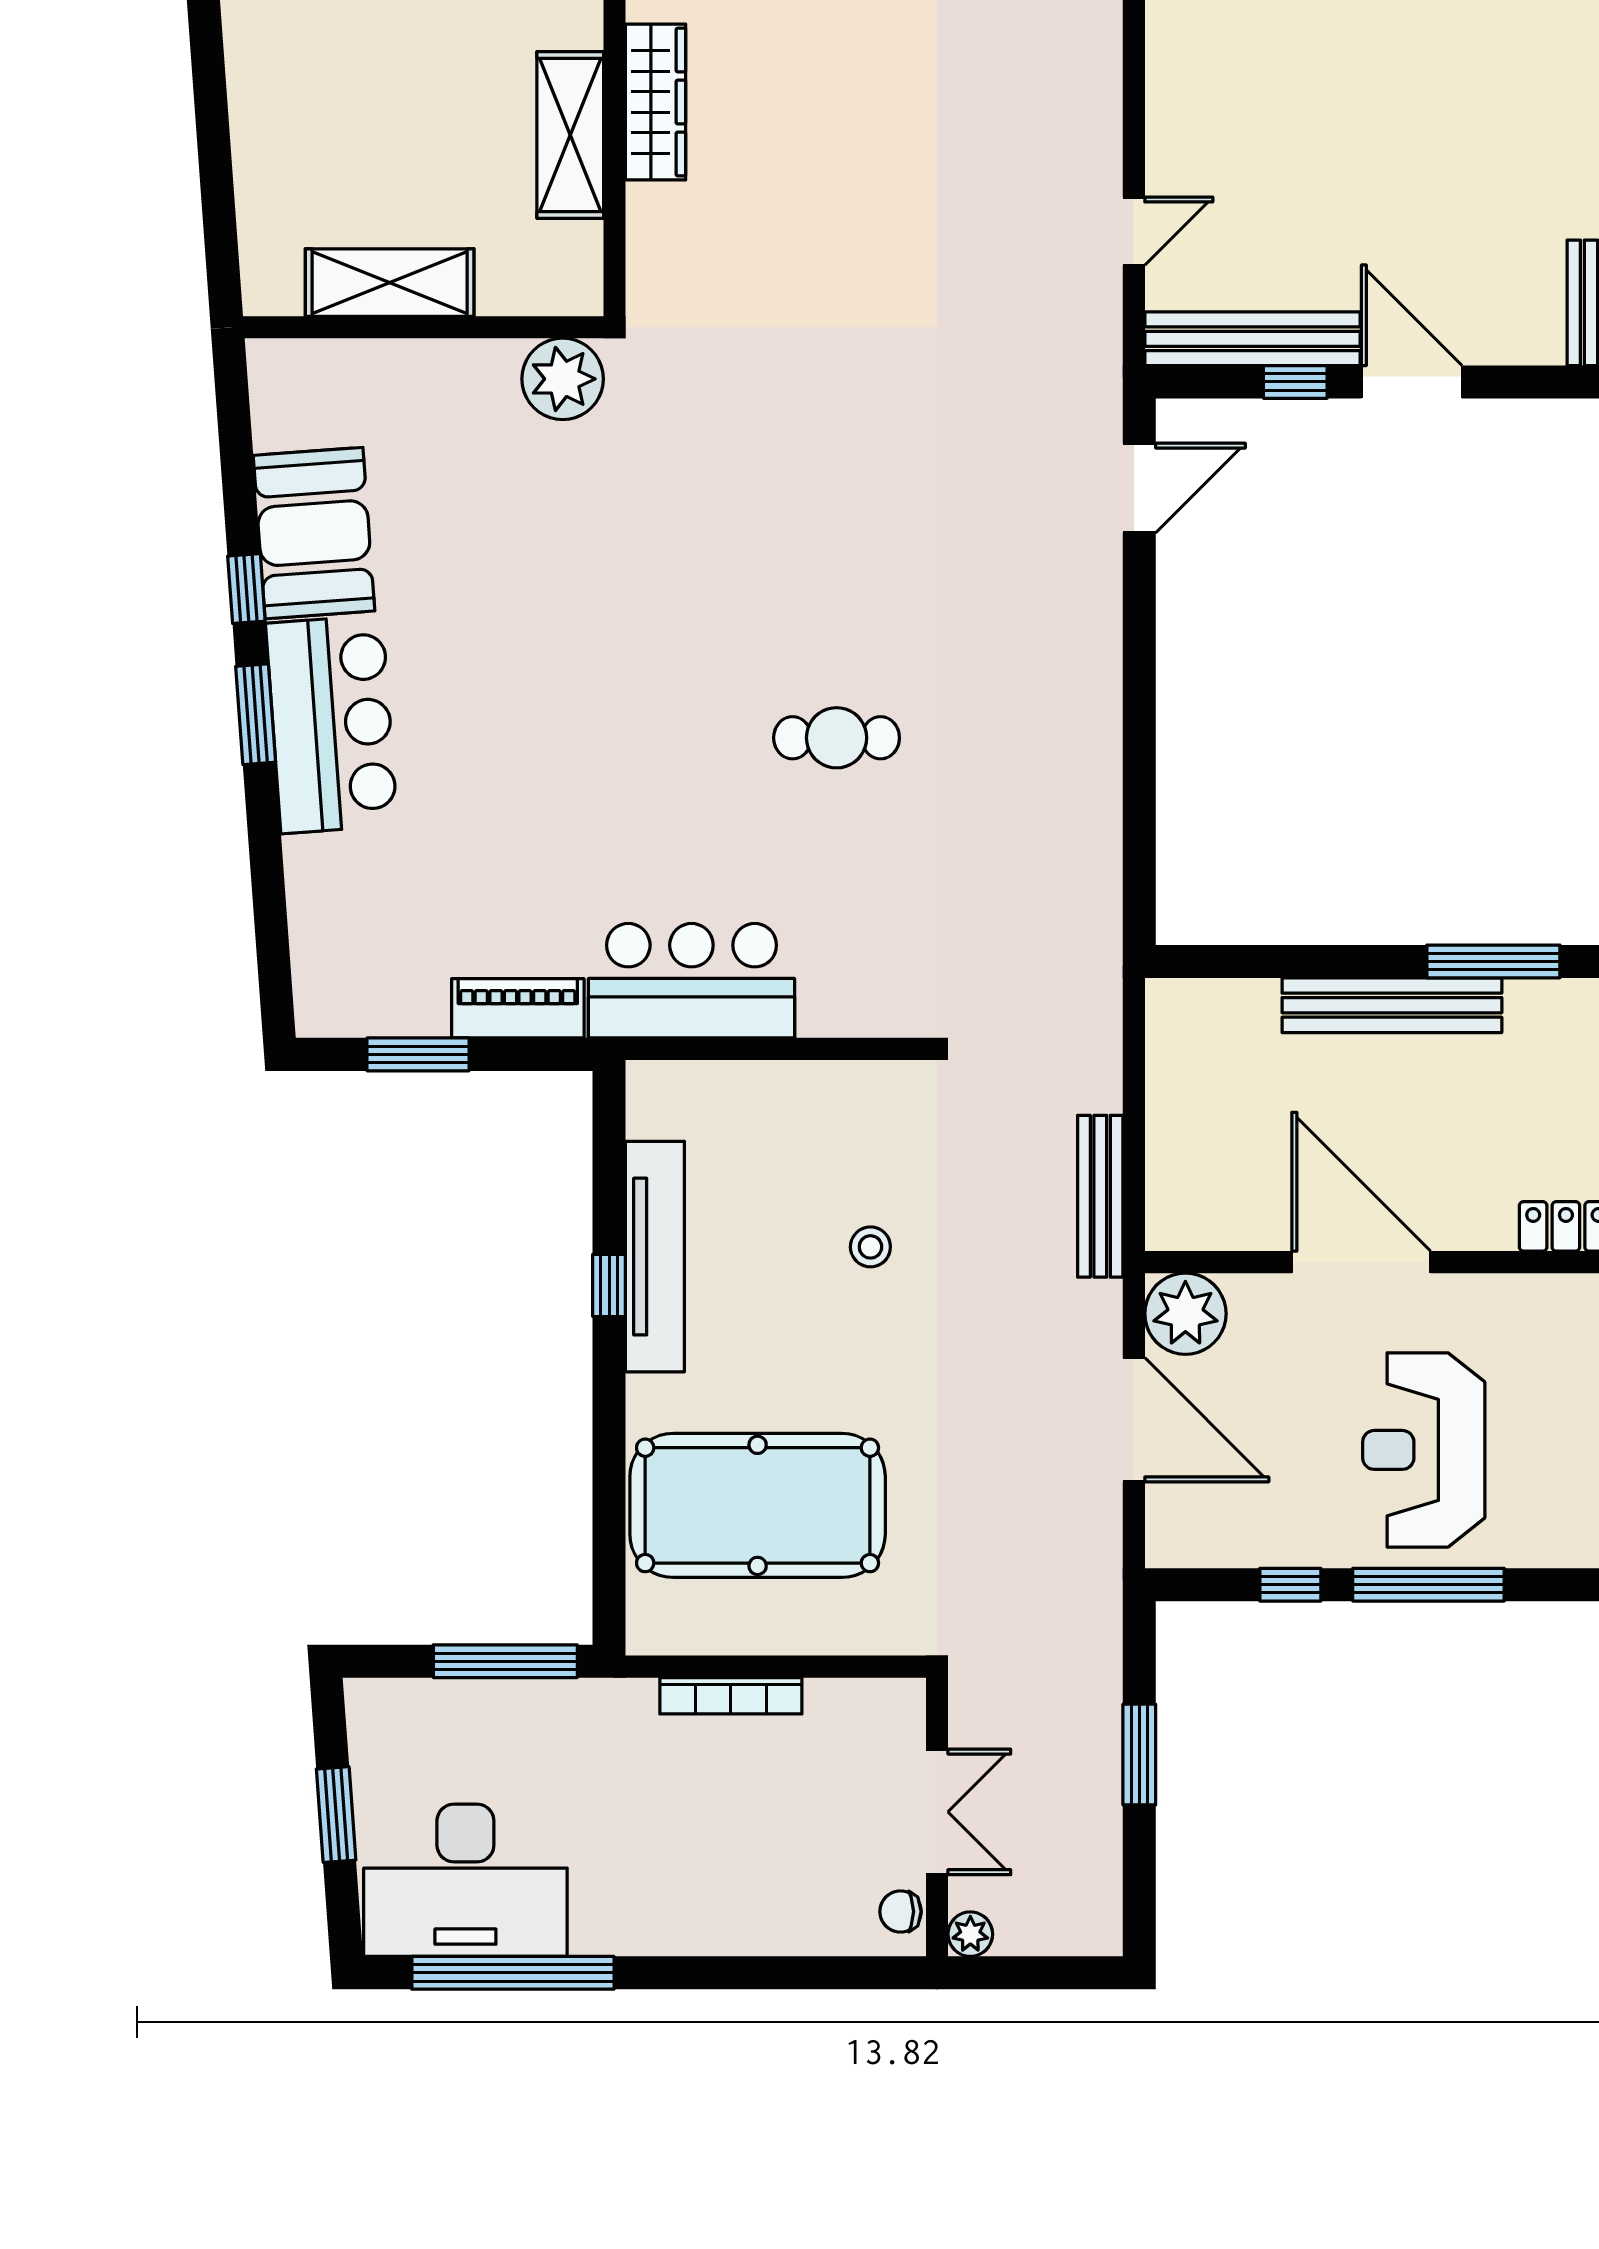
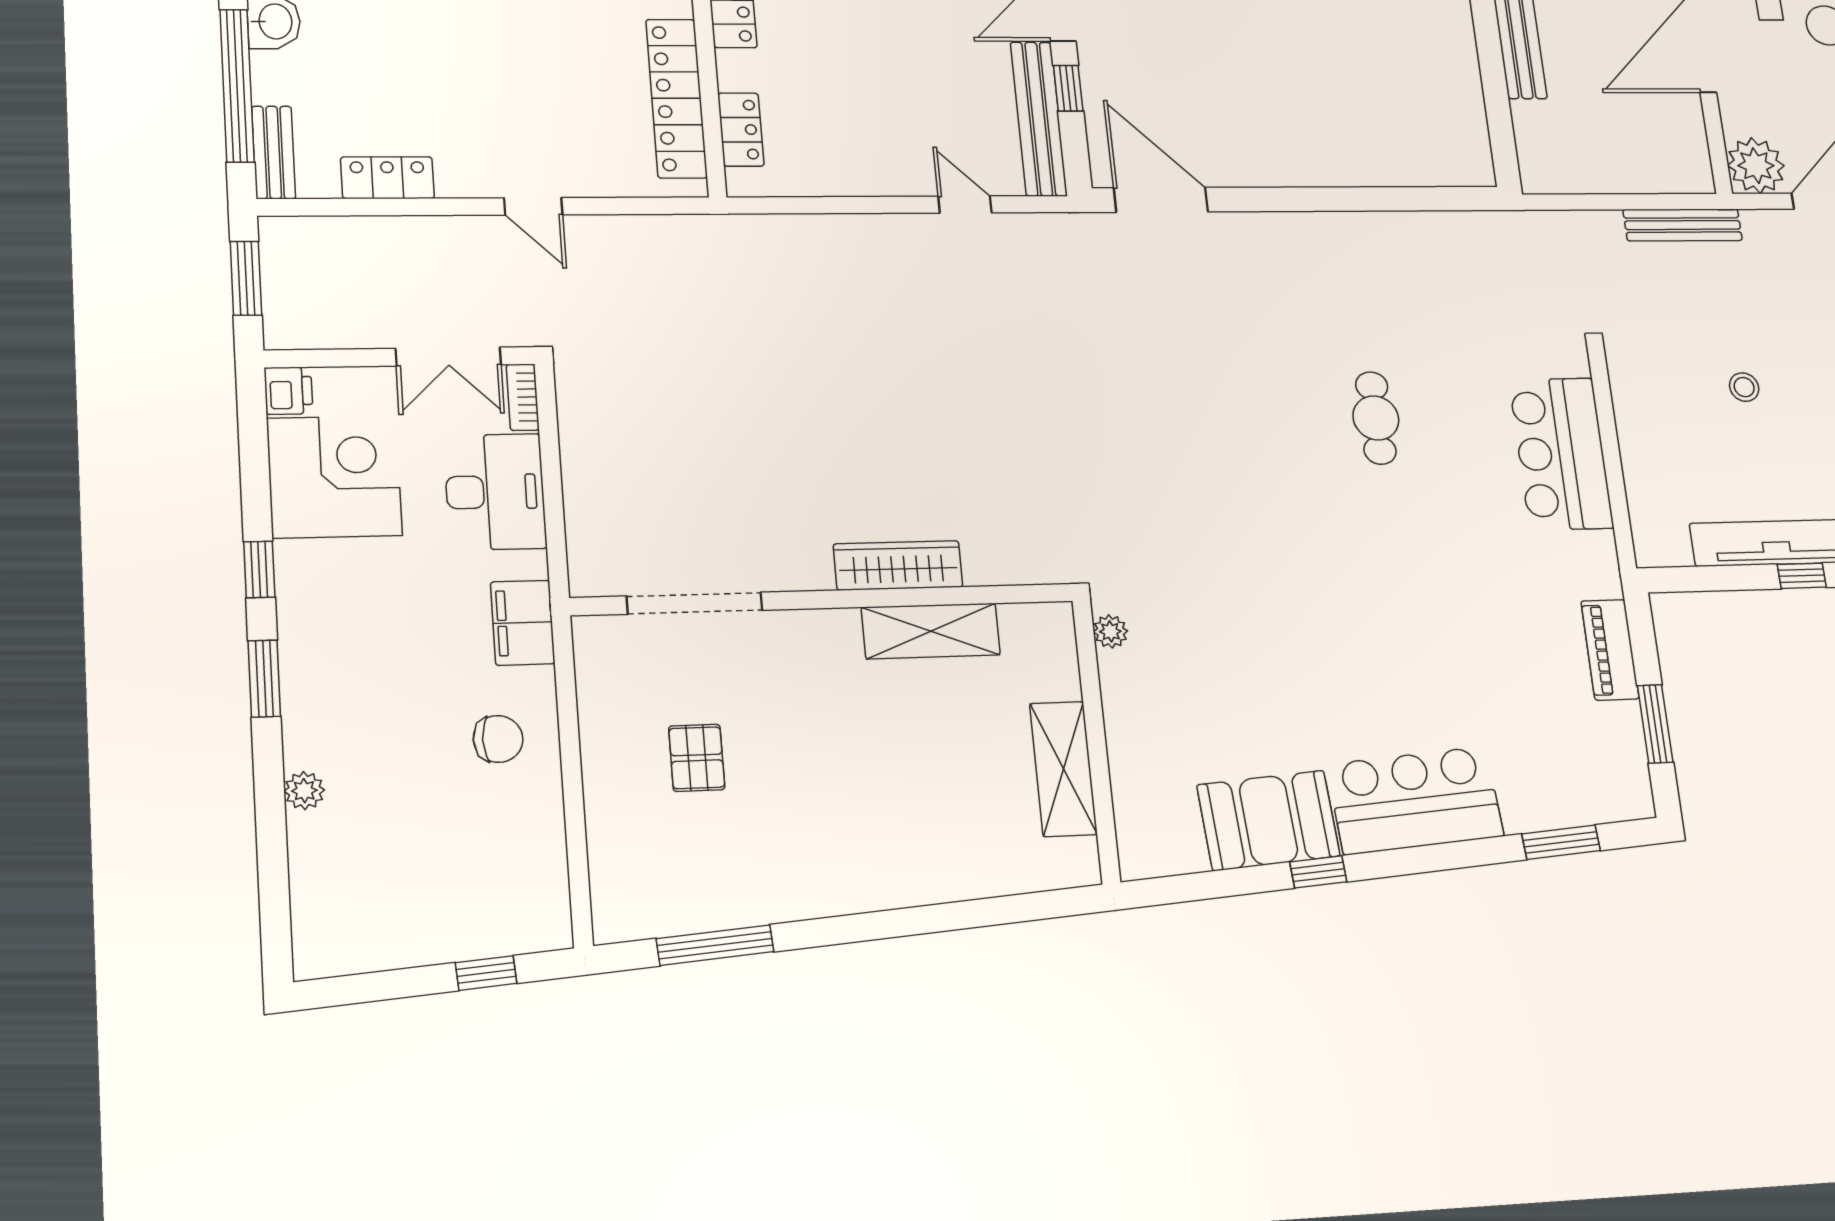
plant: (563, 379) -> (1110, 631), width x0.53, depth x0.53
door: (1139, 488) -> (1161, 200), width x1.36
window: (256, 714) -> (1561, 842), moved
bar counter: (691, 981) -> (1561, 454), moved

